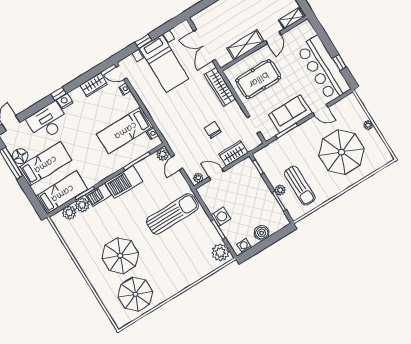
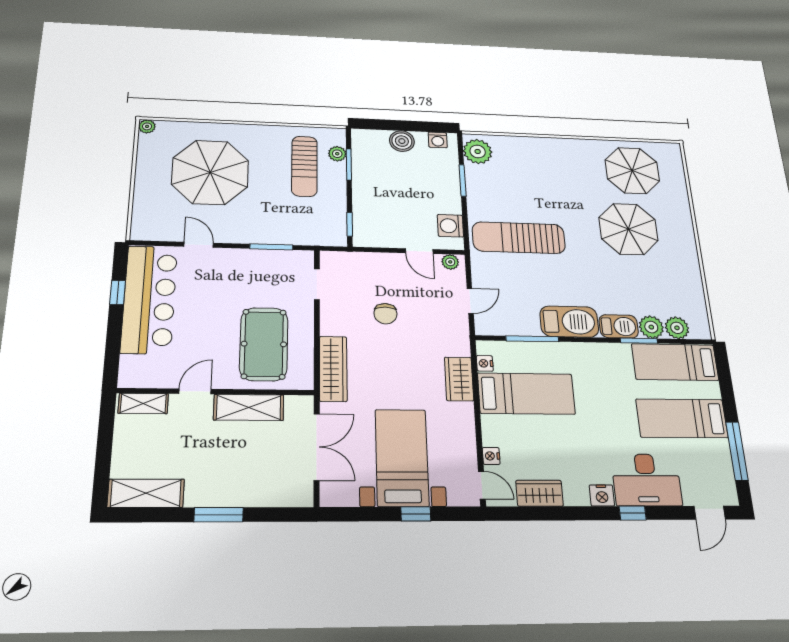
pool table: (258, 79) -> (264, 344), turned 90
window: (59, 94) -> (633, 513), moved
sofa: (290, 114) -> (249, 266), removed
plant: (368, 125) -> (147, 126), moved
wardrobe: (233, 153) -> (459, 379), moved, turned 90
plant: (163, 154) -> (486, 325), removed
floor lamp: (20, 156) -> (717, 453), removed
sun lounger: (300, 186) -> (304, 166), turned 180
plant: (280, 190) -> (337, 154), moved
washing machine: (221, 217) -> (450, 226), moved

